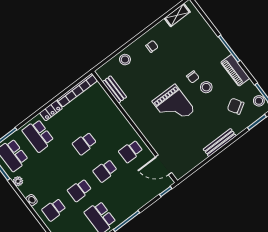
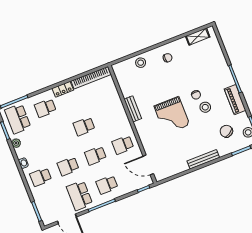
bench: (114, 89) -> (133, 109), moved
school desk: (38, 136) -> (45, 108), width x0.54
school desk: (126, 198) -> (107, 185), added

